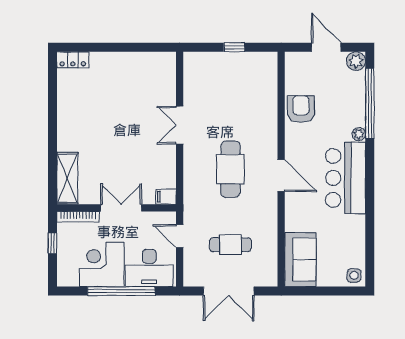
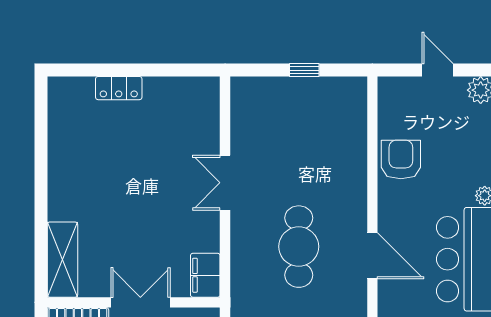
door: (326, 47) -> (437, 70), width x0.73
locker: (73, 60) -> (119, 88), moved
filing cabinet: (166, 197) -> (205, 275), width x2.00

